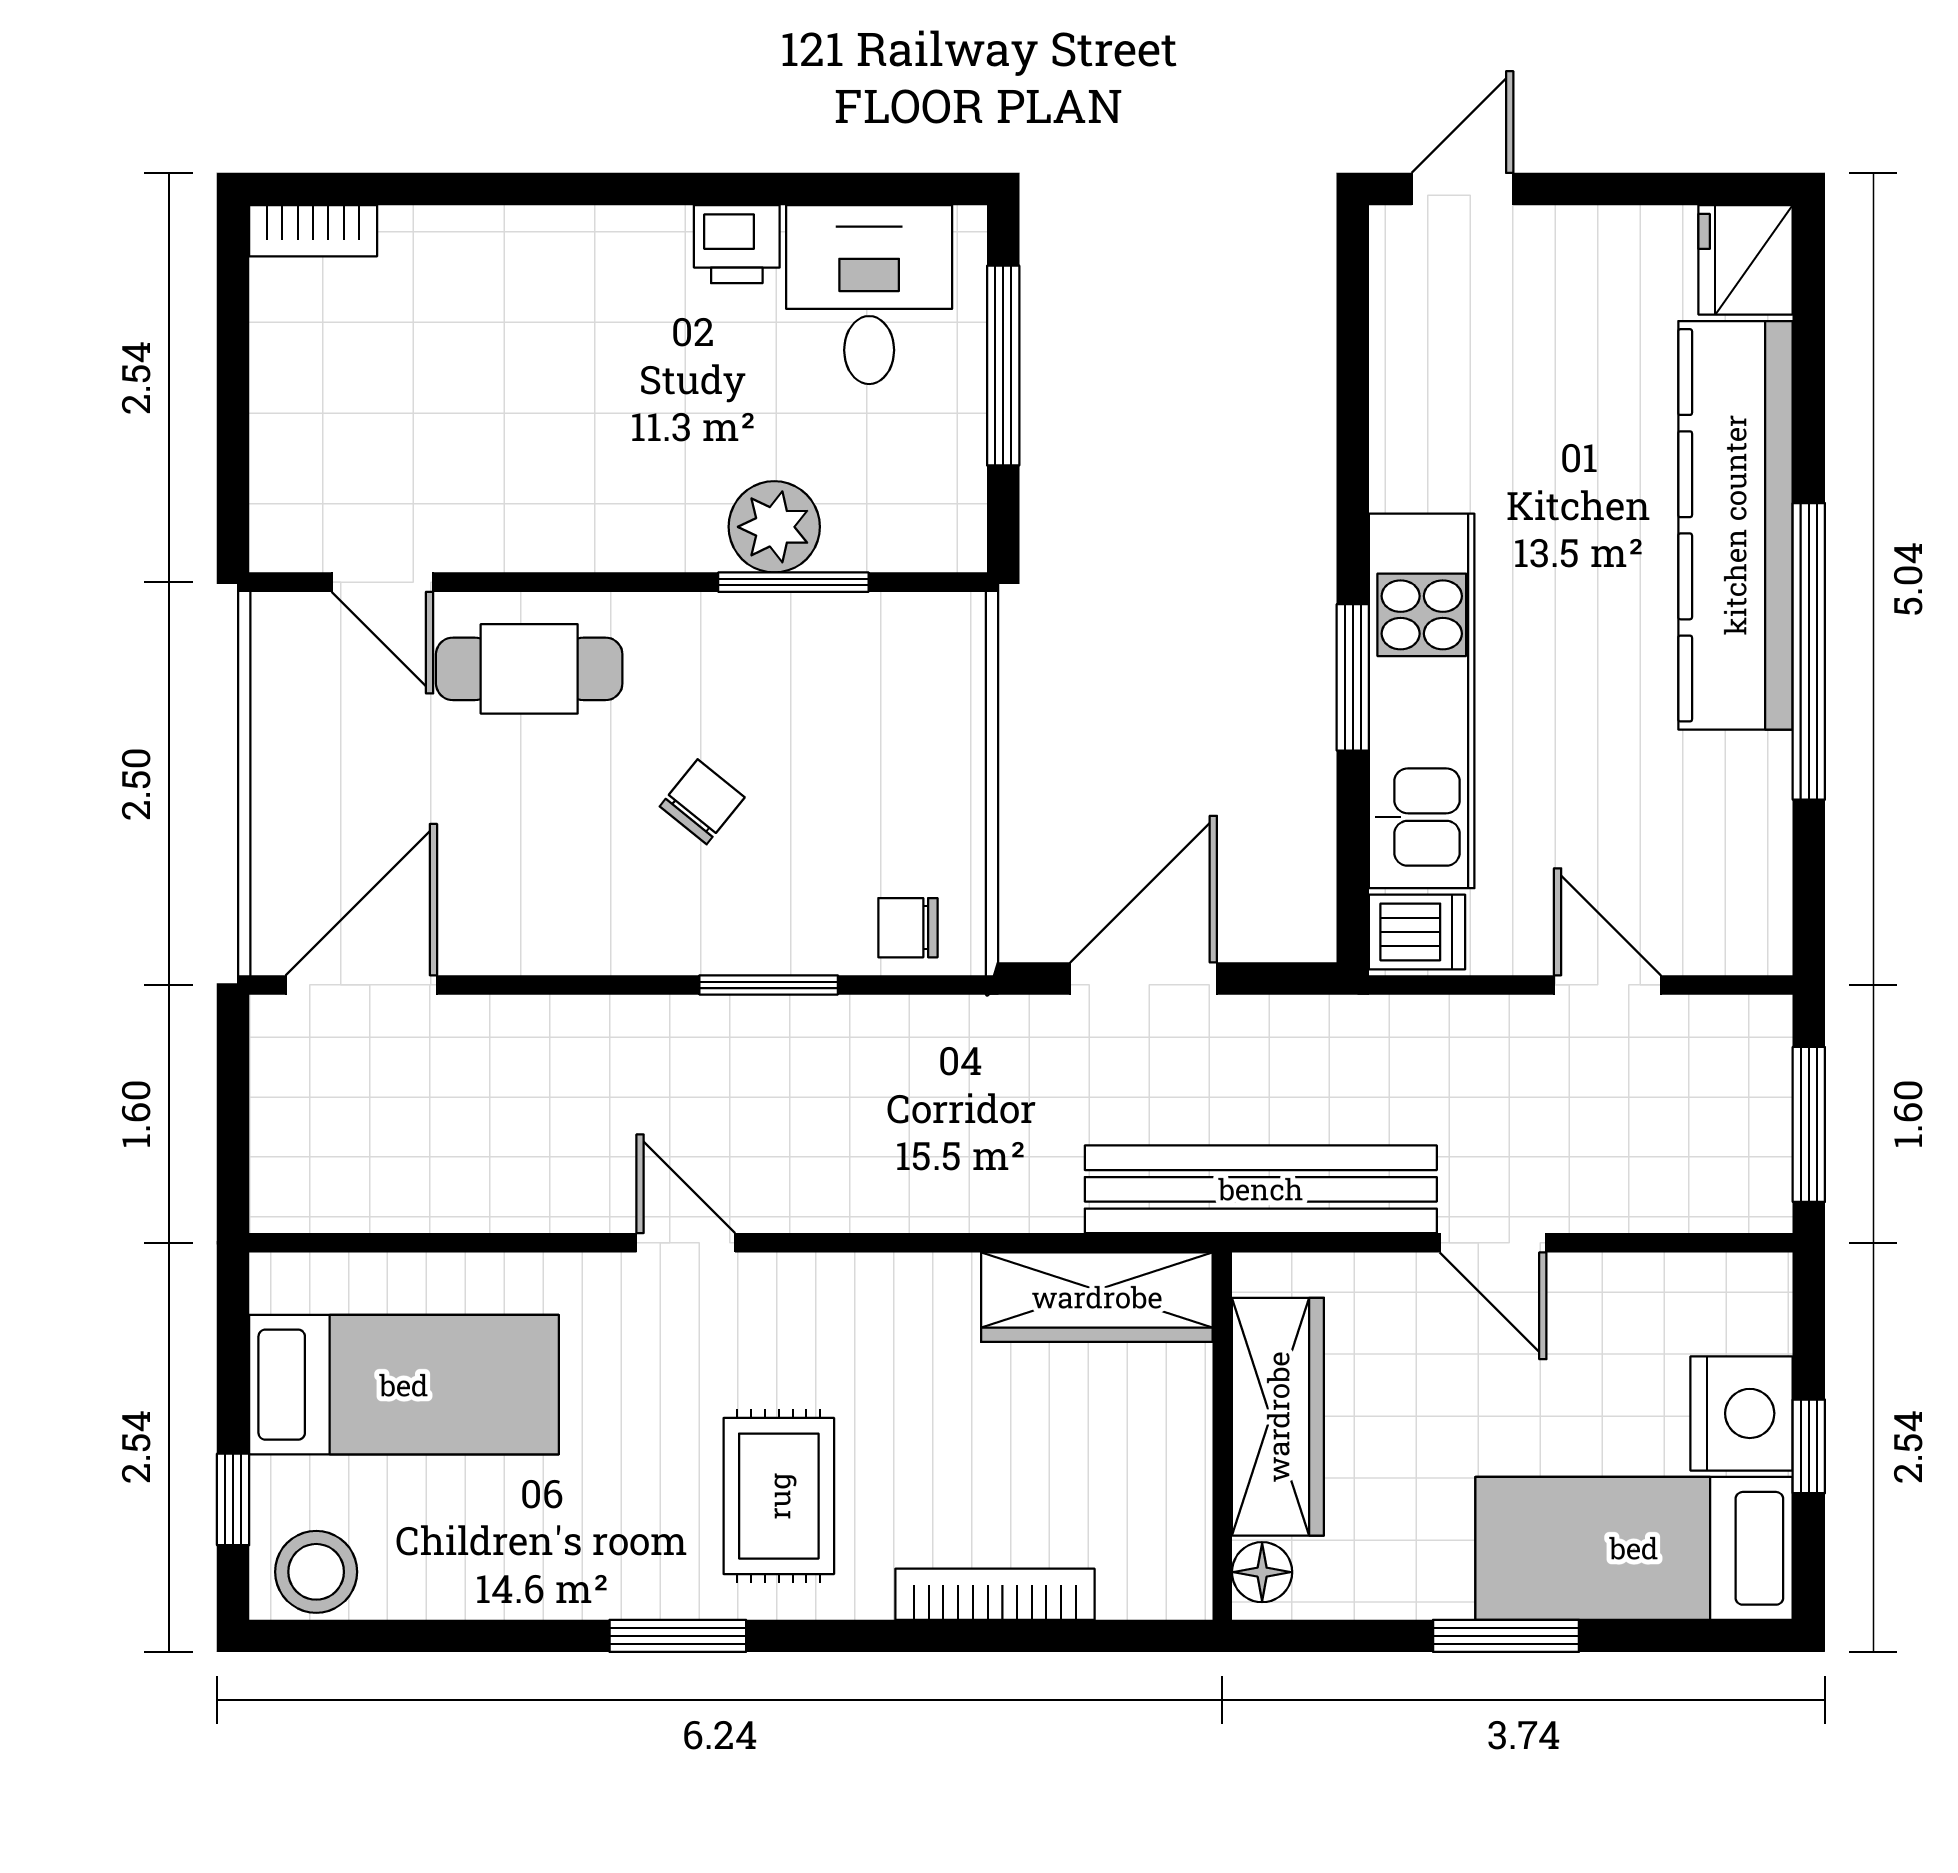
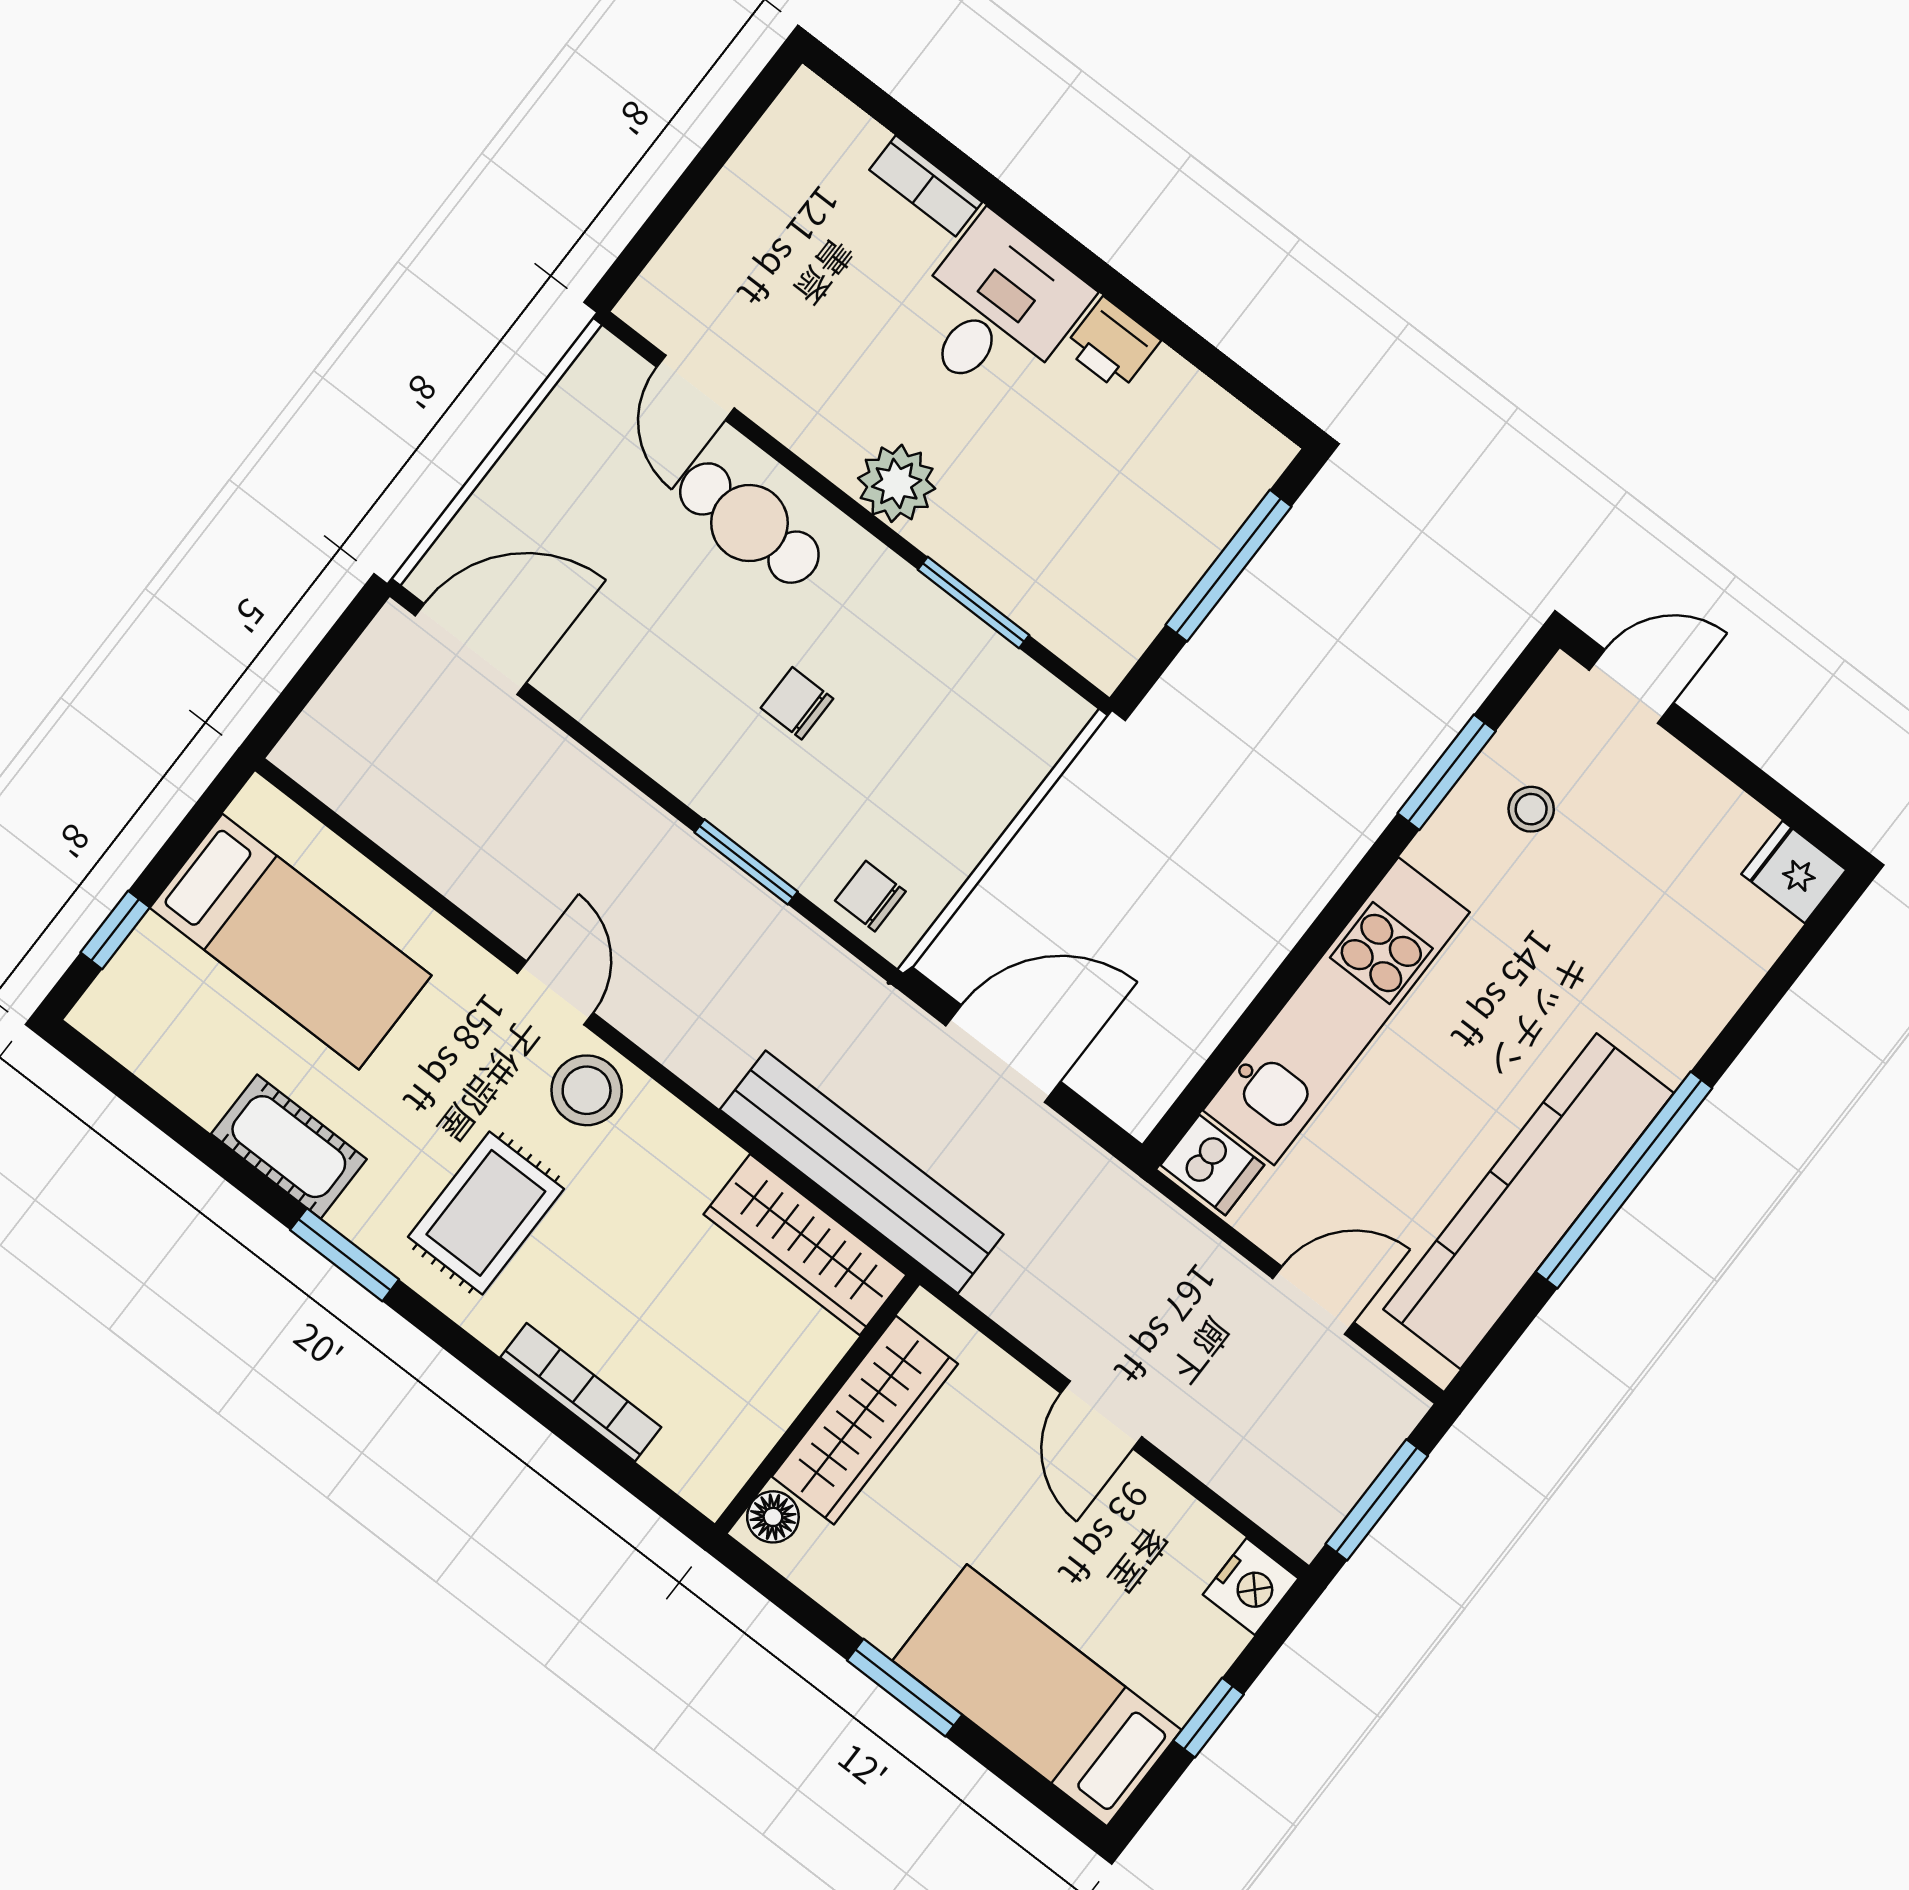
bookcase: (313, 231) -> (926, 186), moved
fridge: (1746, 260) -> (1794, 872), width x0.72
desk: (869, 295) -> (996, 309), moved
stool: (1458, 374) -> (1531, 809), added
kitchen counter: (1735, 525) -> (1528, 1201), moved
plant: (774, 527) -> (897, 483), moved
window: (1353, 677) -> (1447, 772), moved
chair: (702, 802) -> (797, 703), turned -129
door: (1607, 985) -> (1313, 1300), hinge flipped
bench: (1261, 1189) -> (862, 1172), moved
nightstand: (1742, 1413) -> (1251, 1586), moved, width x0.74, depth x0.75
stool: (316, 1572) -> (587, 1090), moved
cot: (549, 1576) -> (289, 1147), added

